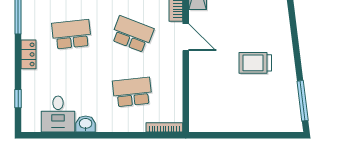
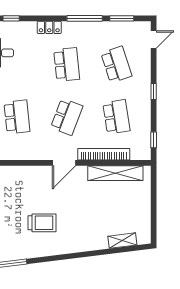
trolley: (255, 63) -> (42, 223), turned 90

